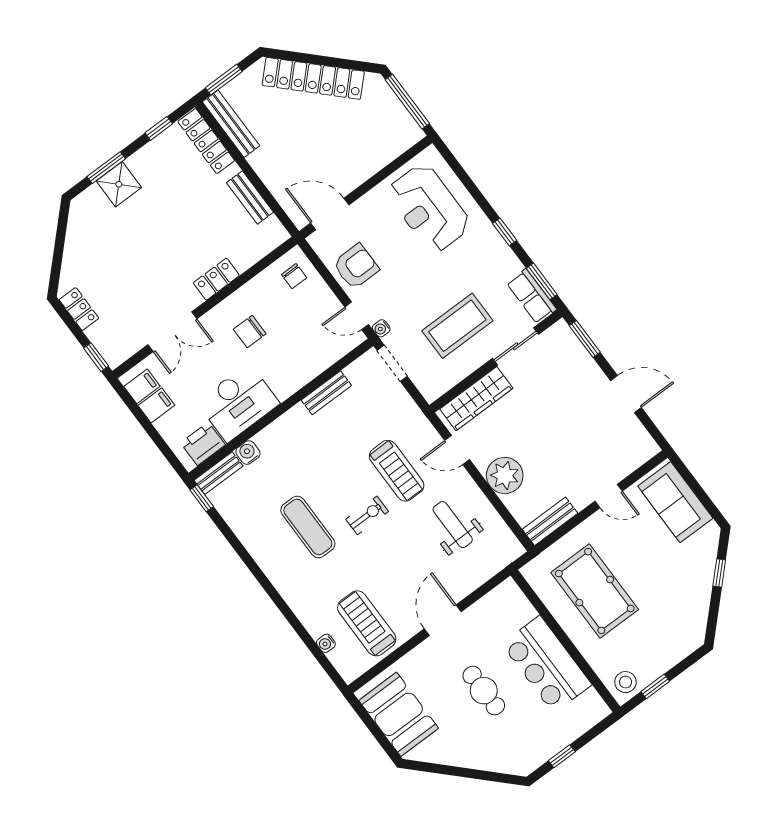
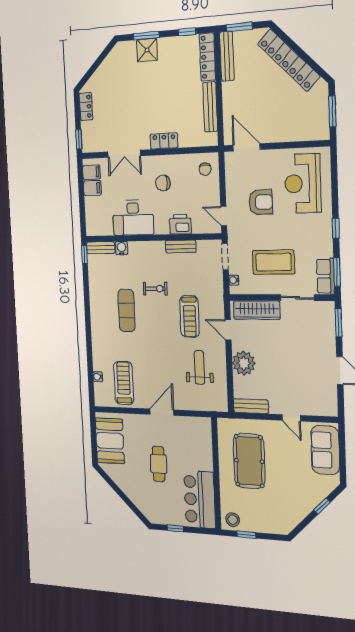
window: (407, 102) -> (332, 111), width x0.69
bench: (250, 197) -> (210, 107), width x1.36
armchair: (356, 266) -> (261, 202), moved
water cooler: (381, 328) -> (234, 280), moved
printer: (203, 444) -> (180, 224), moved
exercise bike: (367, 515) -> (155, 289), moved
bar counter: (547, 664) -> (200, 499), moved

